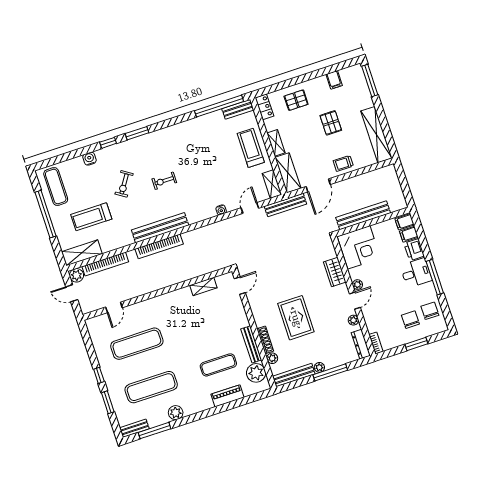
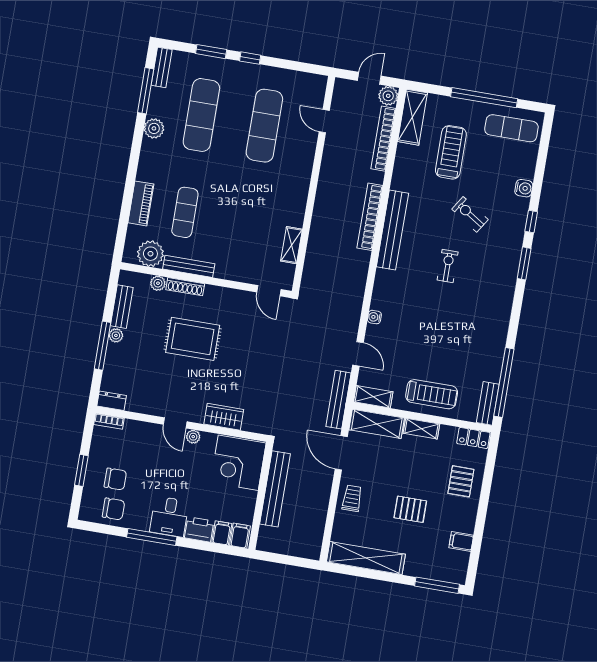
plant: (353, 320) -> (152, 408), removed
dresser: (361, 344) -> (112, 401), width x0.70
bench: (294, 375) -> (122, 307), width x0.73

